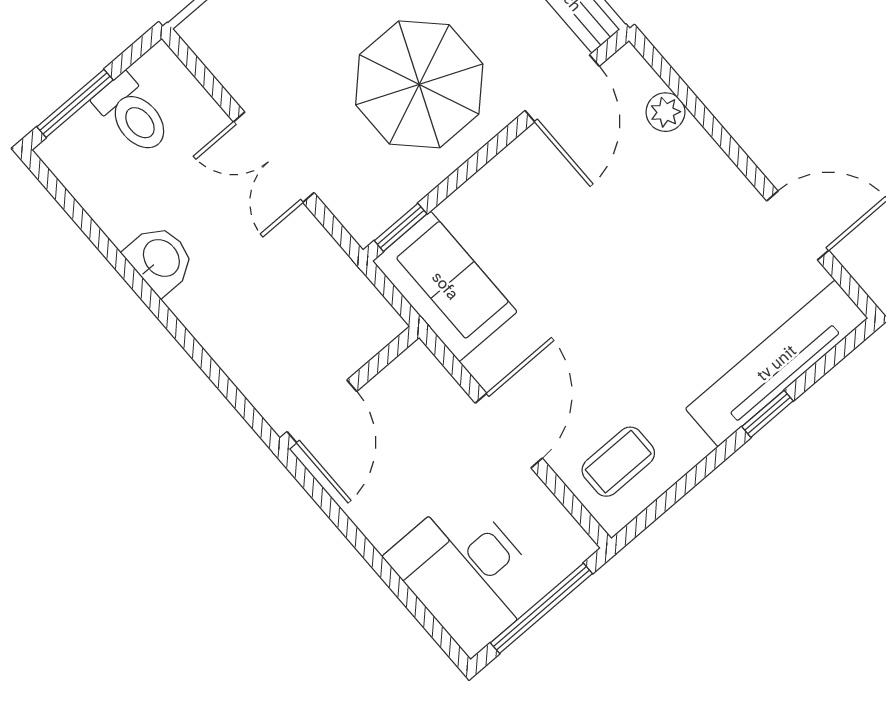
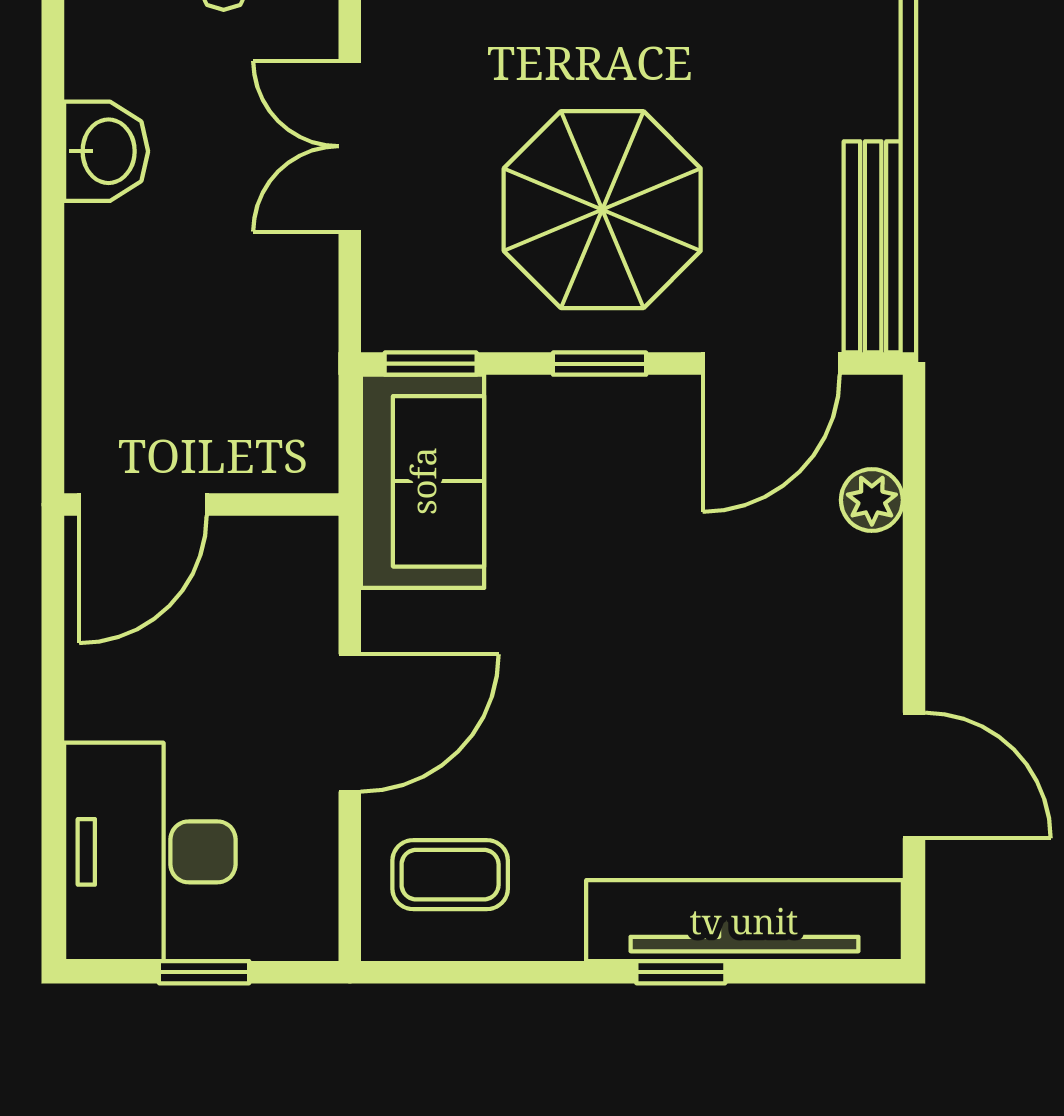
window: (481, 158) -> (600, 364), added
window: (541, 608) -> (204, 972), width x0.46

